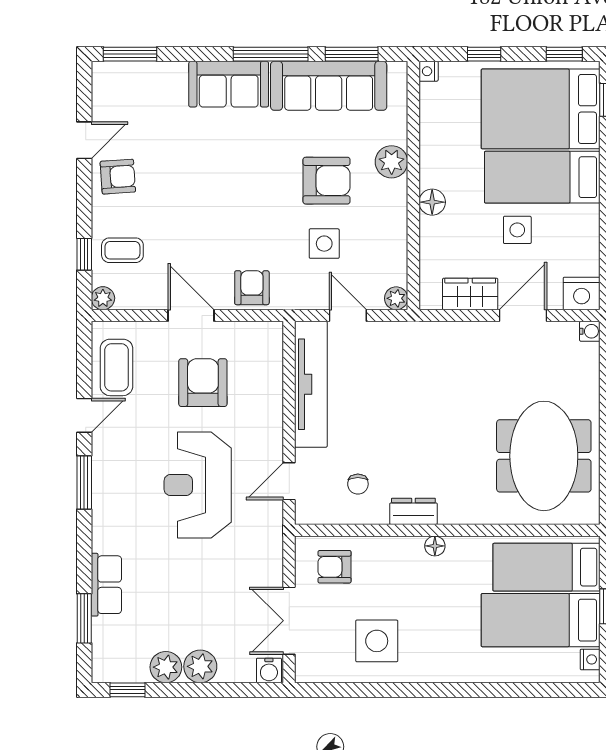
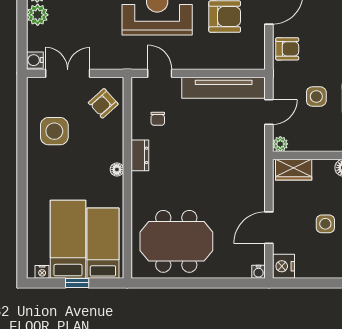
wardrobe: (470, 294) -> (294, 170), moved, turned 90
door: (523, 316) -> (269, 228), swing flipped
chair: (358, 484) -> (158, 119), turned -90
armchair: (335, 567) -> (103, 103), turned -132

